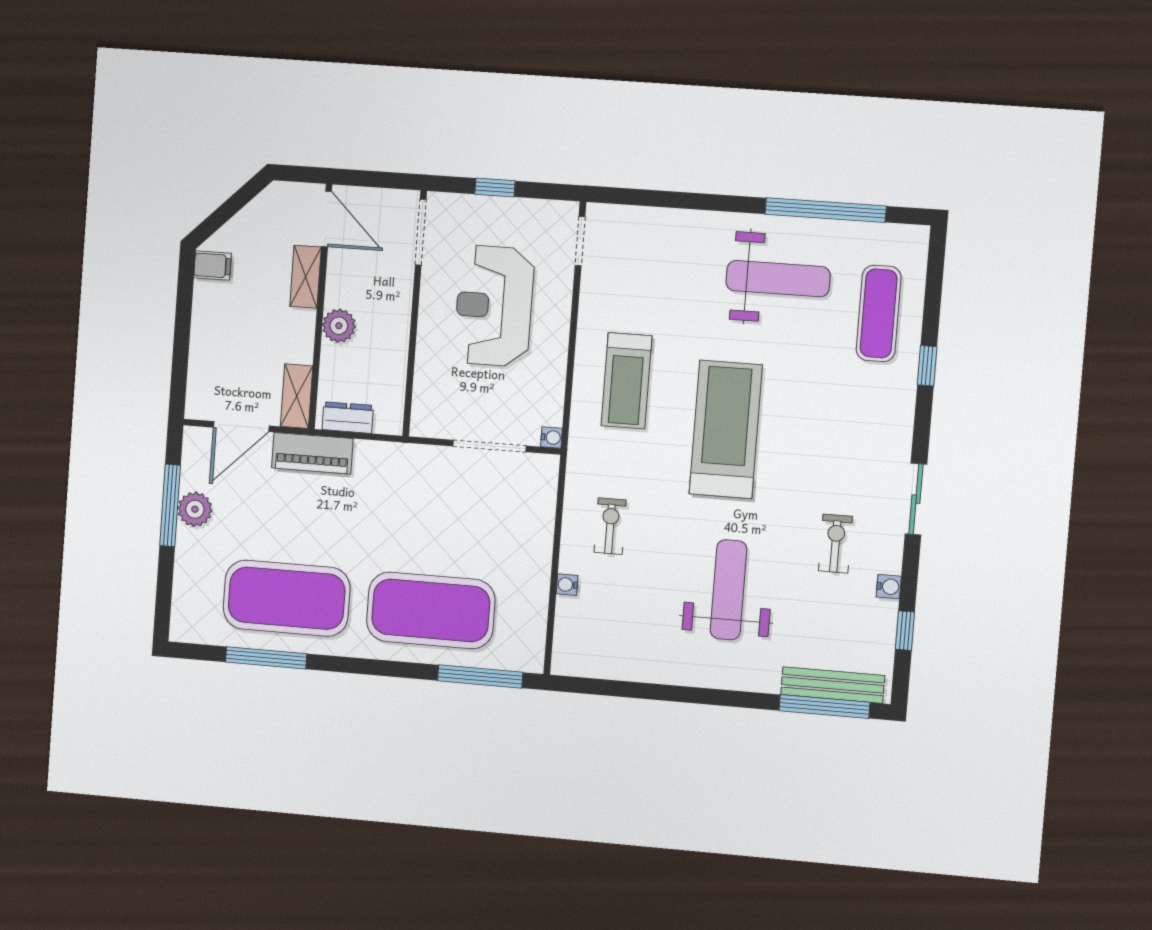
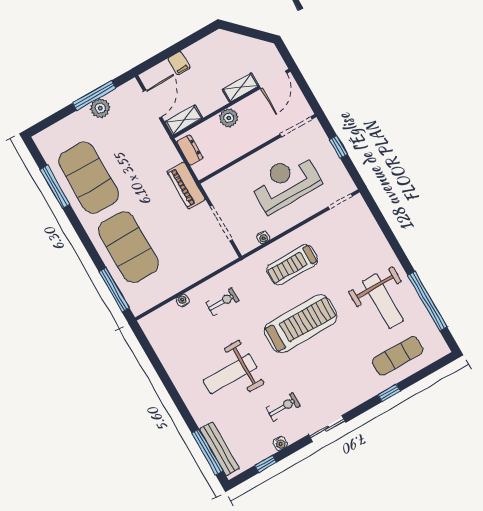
filing cabinet: (213, 266) -> (179, 63), moved
door: (241, 427) -> (153, 104), swing flipped
water cooler: (552, 437) -> (263, 237), moved
piano: (312, 453) -> (186, 185), moved
weight bench: (728, 590) -> (230, 374), turned 180

